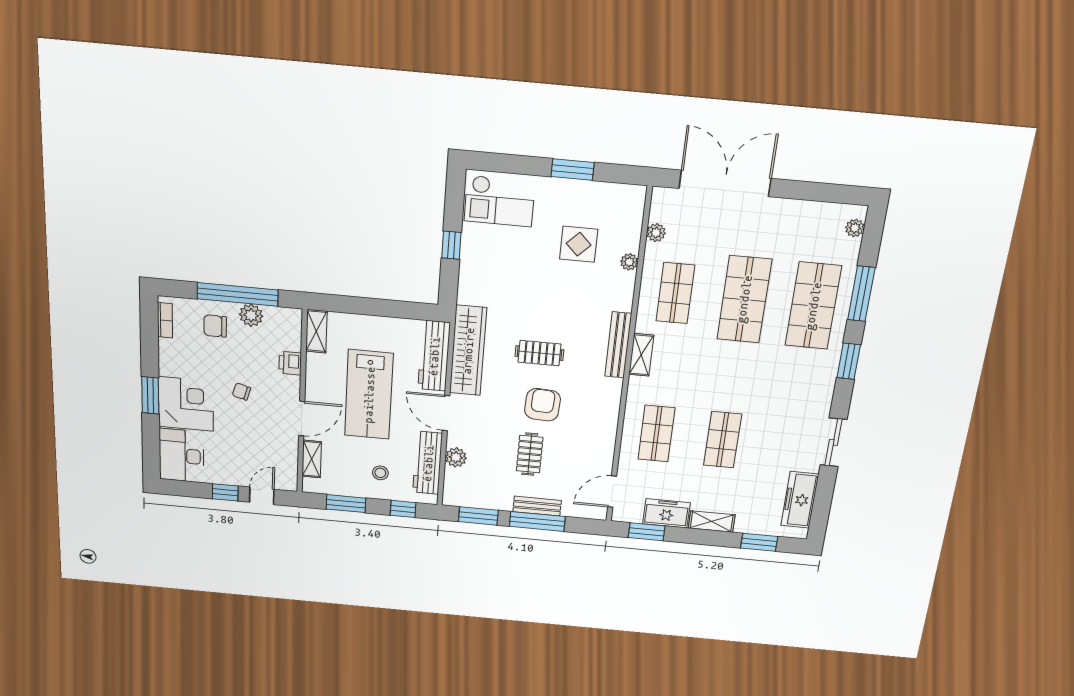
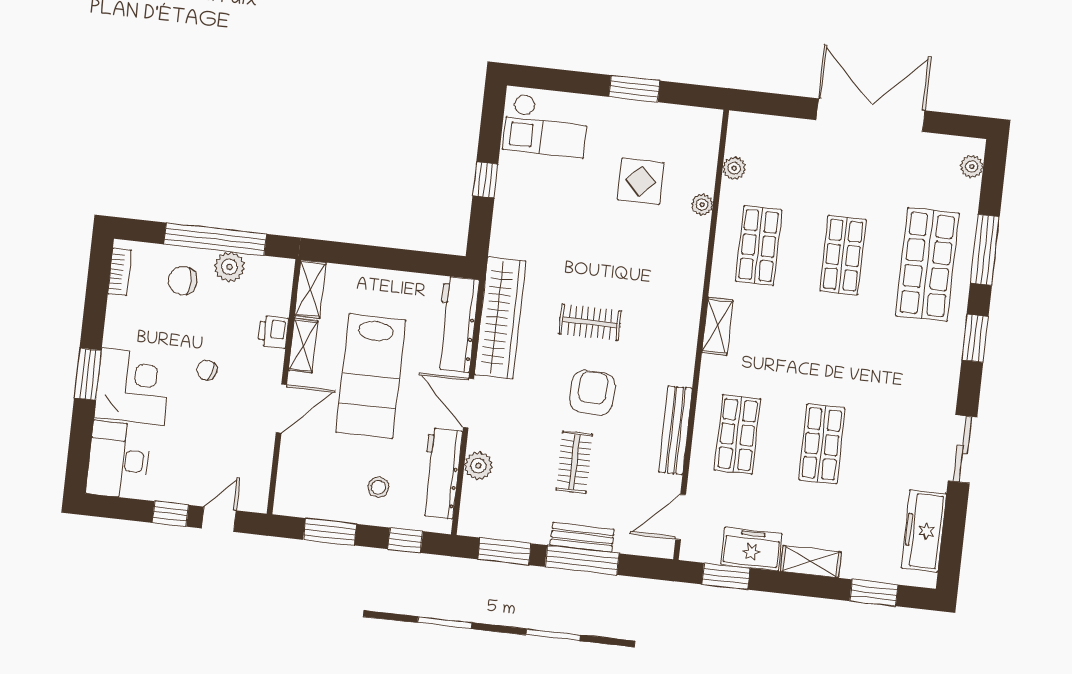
double door: (725, 183) -> (871, 115), moved
shop shelf: (744, 299) -> (843, 255), width x0.70, depth x0.74
bench: (618, 345) -> (675, 430), moved
shelving: (312, 459) -> (303, 345), moved

